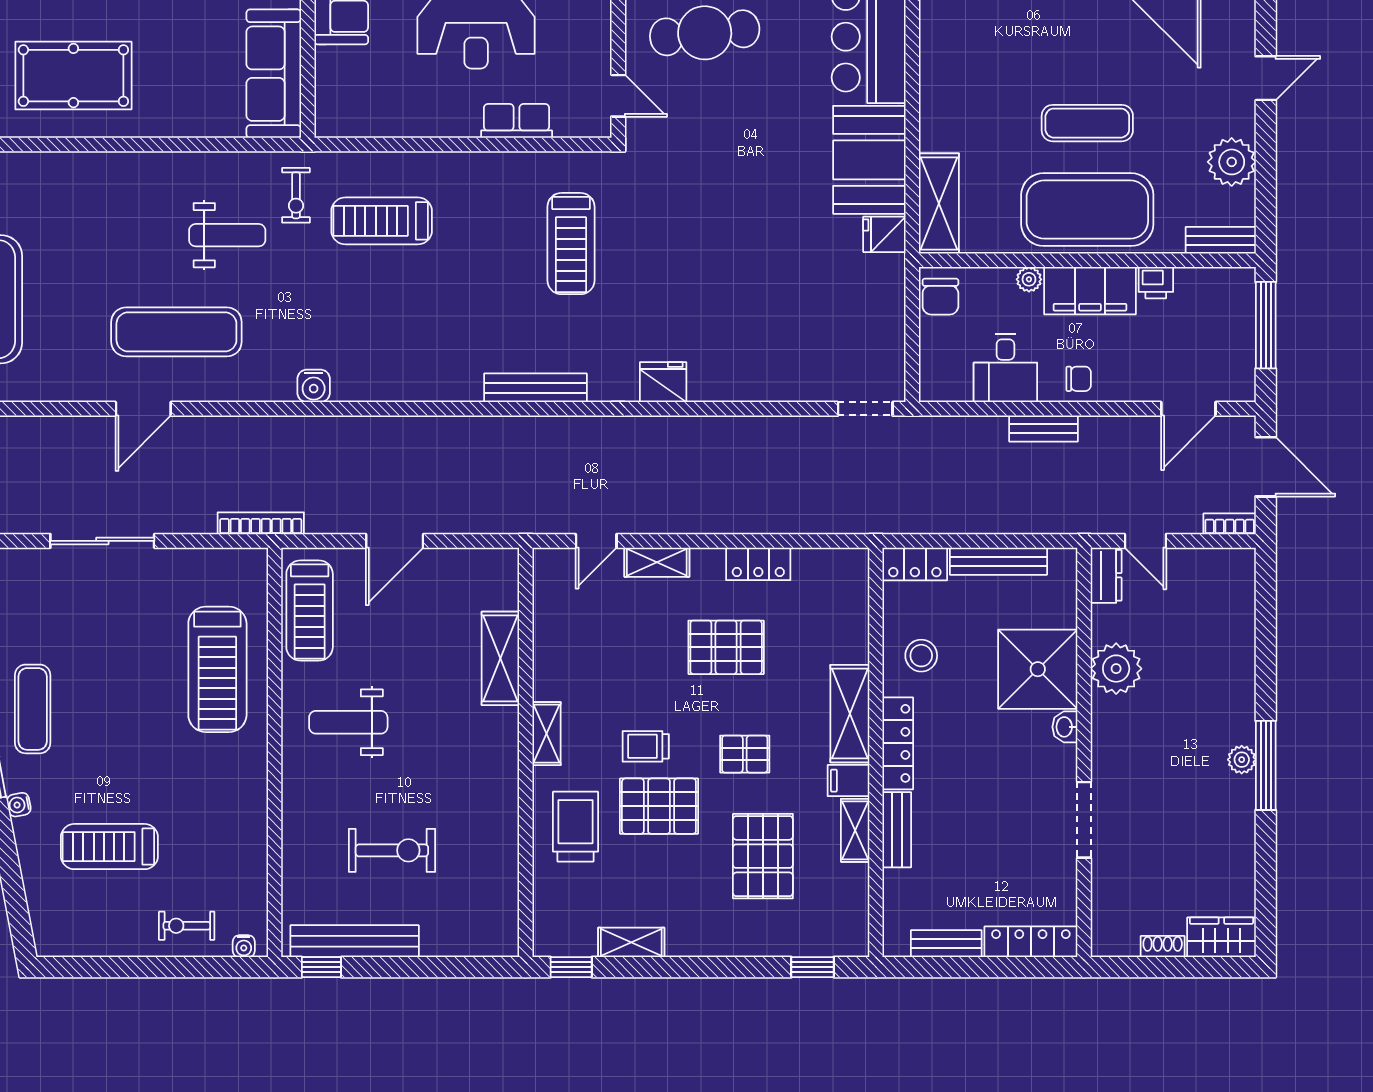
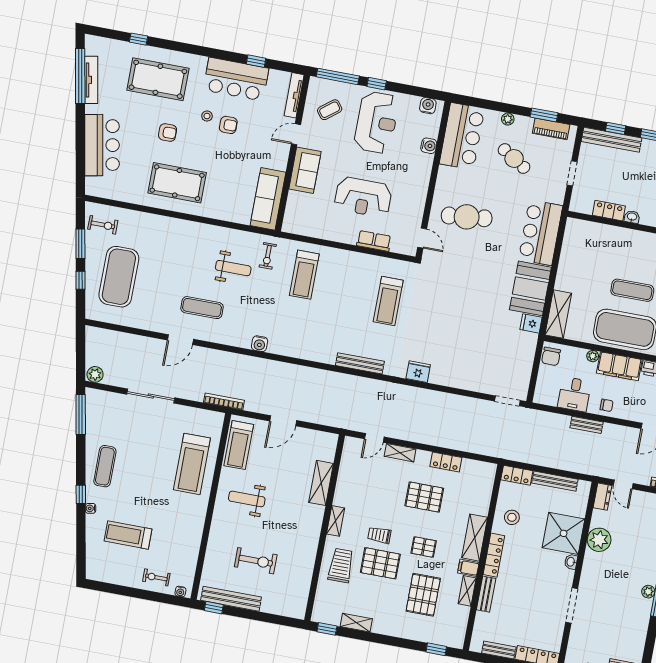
treadmill: (382, 221) -> (304, 275), turned -90
exercise mat: (176, 332) -> (202, 308), width x0.73, depth x0.69

